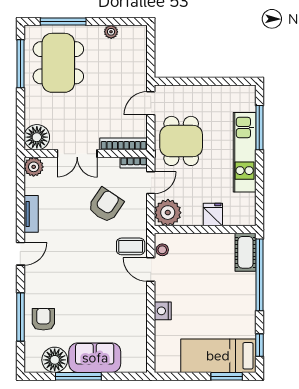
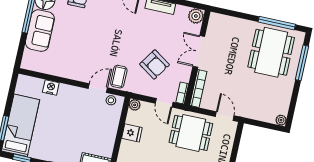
plant: (111, 32) -> (281, 120), moved
dining table: (58, 63) -> (271, 52), turned 90
floor lamp: (37, 137) -> (218, 23), removed
plant: (168, 213) -> (135, 105), width x0.53, depth x0.53
fridge: (213, 215) -> (132, 133), moved
nightstand: (163, 311) -> (51, 87), moved

